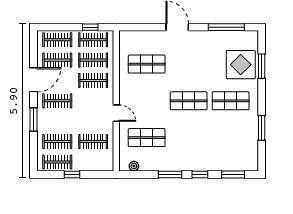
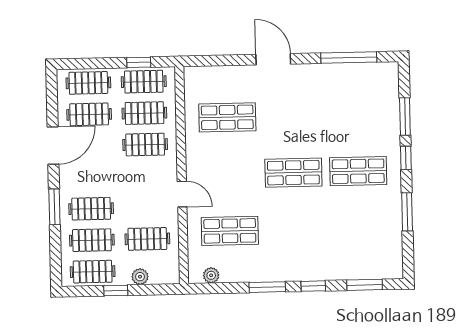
display table: (241, 65) -> (373, 115), removed
window: (262, 93) -> (406, 158), added
clothes rail: (57, 101) -> (91, 209), moved
plant: (88, 166) -> (140, 277), added

